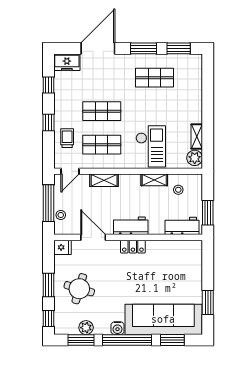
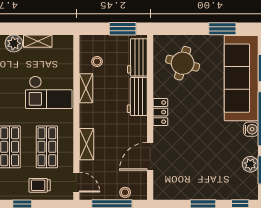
checkout: (151, 146) -> (49, 92), turned 180
plant: (195, 158) -> (14, 43), moved
workbench: (131, 226) -> (137, 96), moved
fridge: (63, 247) -> (161, 190), removed
round table: (79, 289) -> (183, 63), moved

